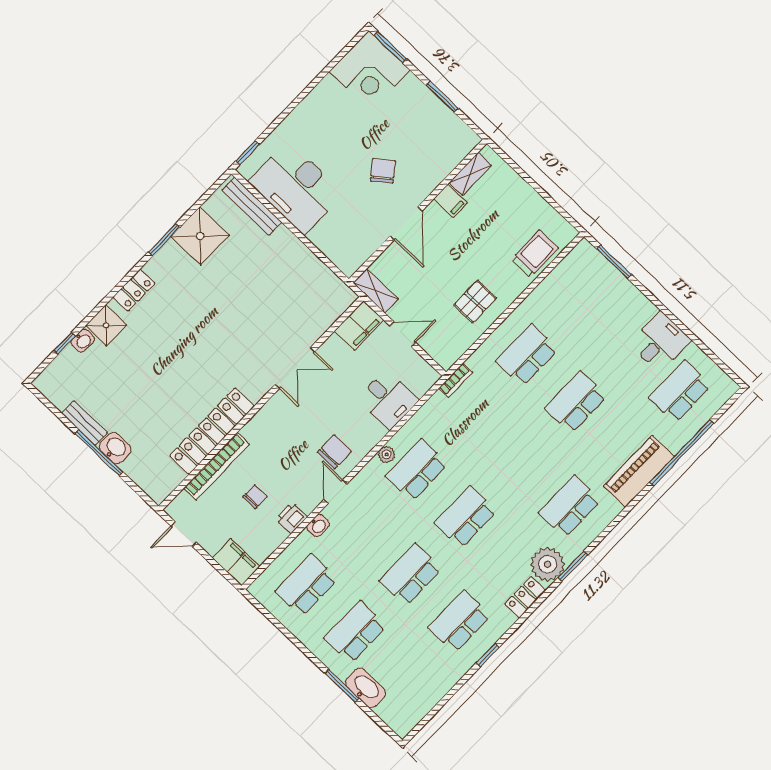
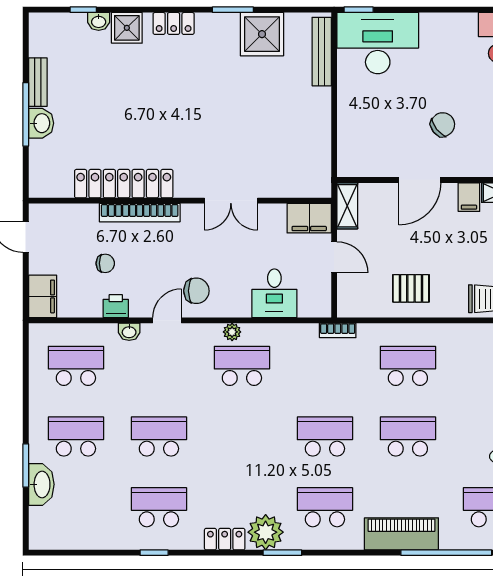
desk: (296, 188) -> (378, 43), moved, turned 90
bookcase: (217, 466) -> (140, 213), moved
school desk: (466, 517) -> (325, 437), moved

